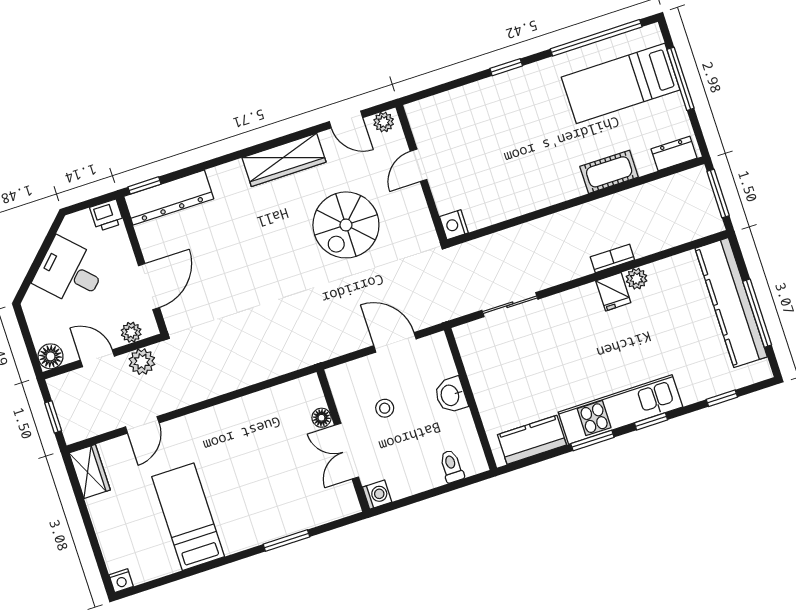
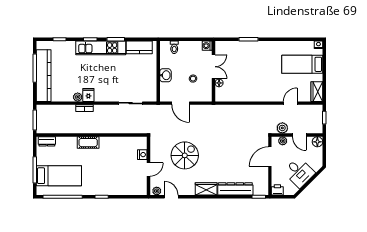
wardrobe: (284, 160) -> (206, 189), width x0.67
cot: (609, 172) -> (88, 143), moved
dresser: (169, 198) -> (235, 189), moved
nightstand: (454, 225) -> (142, 155), moved
bed: (188, 517) -> (302, 64), moved, turned 90

